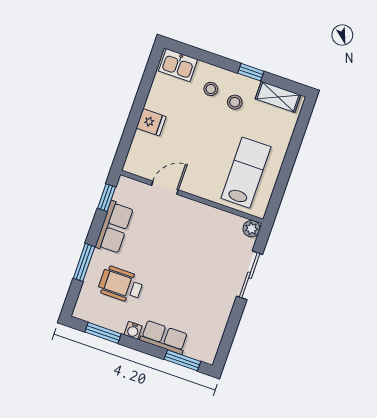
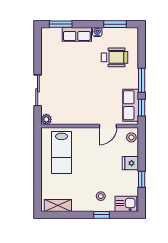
window: (251, 72) -> (102, 215), moved
window: (143, 93) -> (142, 179), added
stool: (235, 102) -> (131, 137), moved
row of seats: (114, 227) -> (131, 105), moved
window: (84, 262) -> (142, 80), moved

